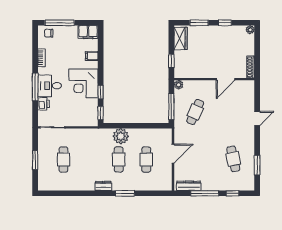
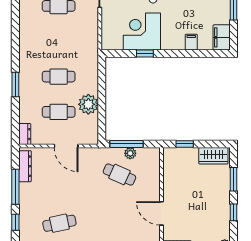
corner desk: (83, 83) -> (142, 32), moved
plant: (179, 85) -> (130, 153), moved
window: (101, 113) -> (118, 53), removed
plant: (121, 136) -> (88, 104), moved
dresser: (103, 186) -> (25, 134), moved

